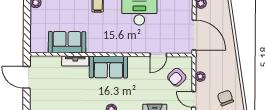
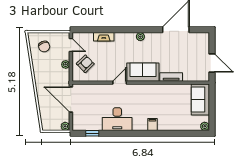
sofa: (67, 42) -> (200, 100), moved, turned 90
door: (158, 55) -> (120, 83), moved

